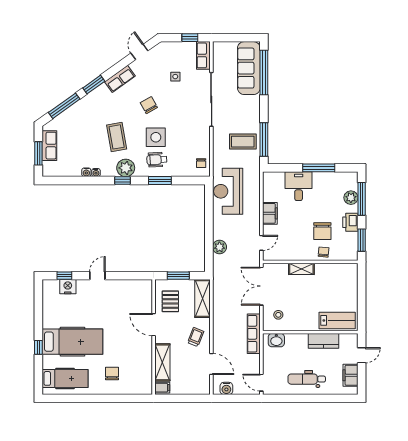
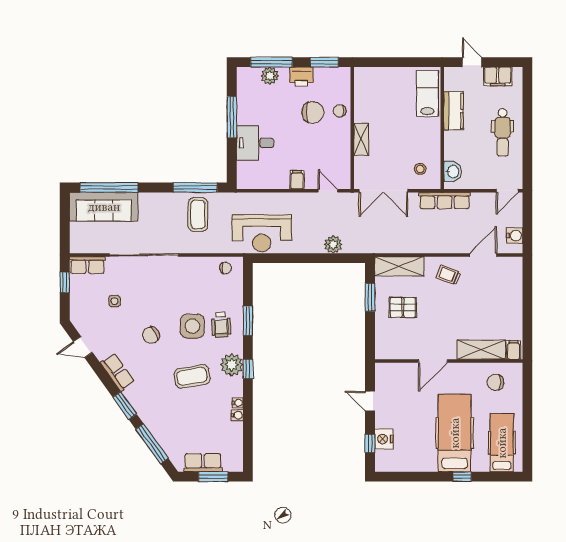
filing cabinet: (270, 213) -> (297, 180), width x0.50
door: (154, 325) -> (433, 361), moved
wall: (154, 337) -> (449, 361), moved
shelving: (162, 362) -> (481, 350), moved
filing cabinet: (162, 388) -> (514, 350), moved

